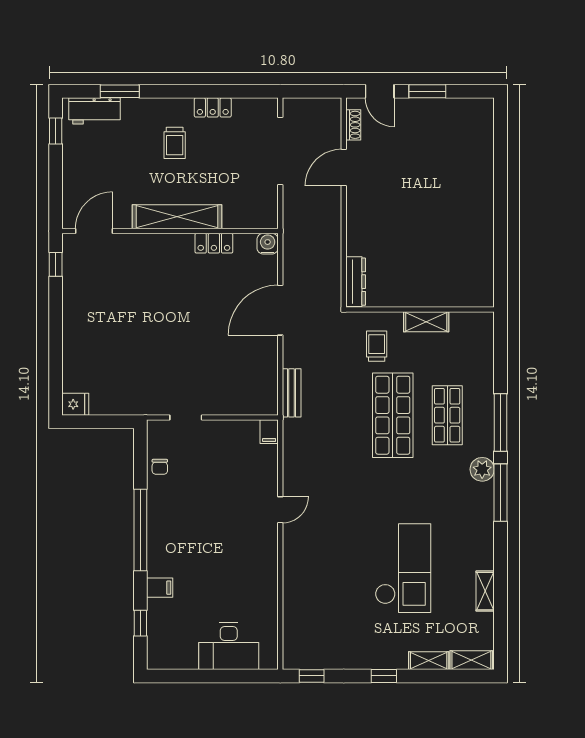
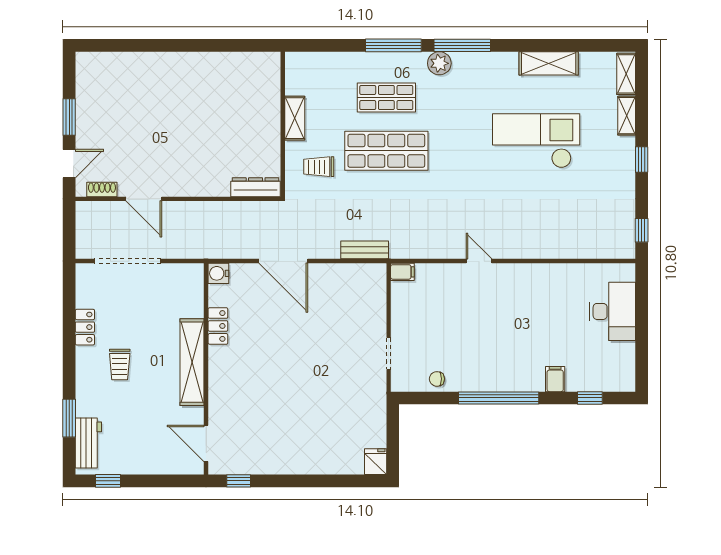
trolley: (175, 143) -> (120, 364), turned 90
chair: (160, 467) -> (437, 379), turned 180
shelving: (485, 591) -> (549, 63), width x1.50, depth x1.33

